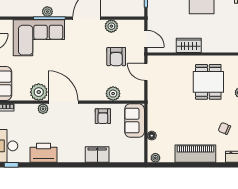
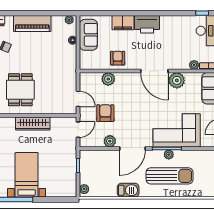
door: (146, 39) -> (78, 130), swing flipped
wardrobe: (189, 45) -> (33, 123), width x1.50
plant: (43, 109) -> (194, 65), moved
sofa: (135, 121) -> (88, 35), moved
printer: (43, 153) -> (147, 24), moved

